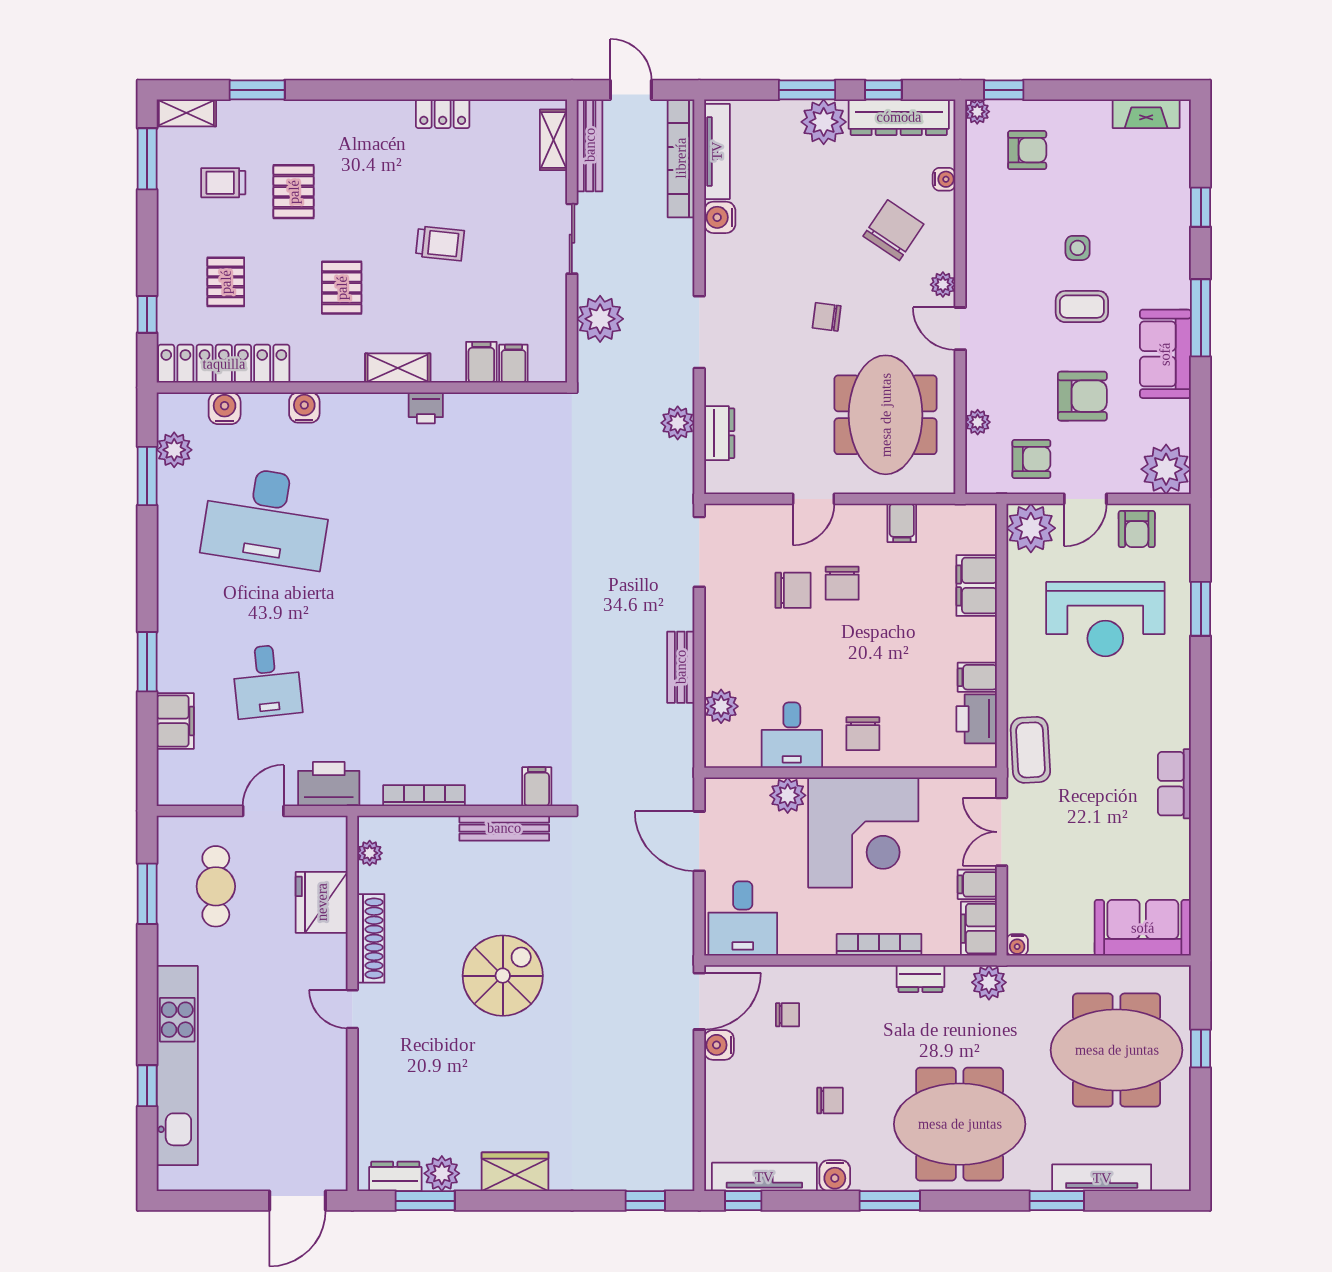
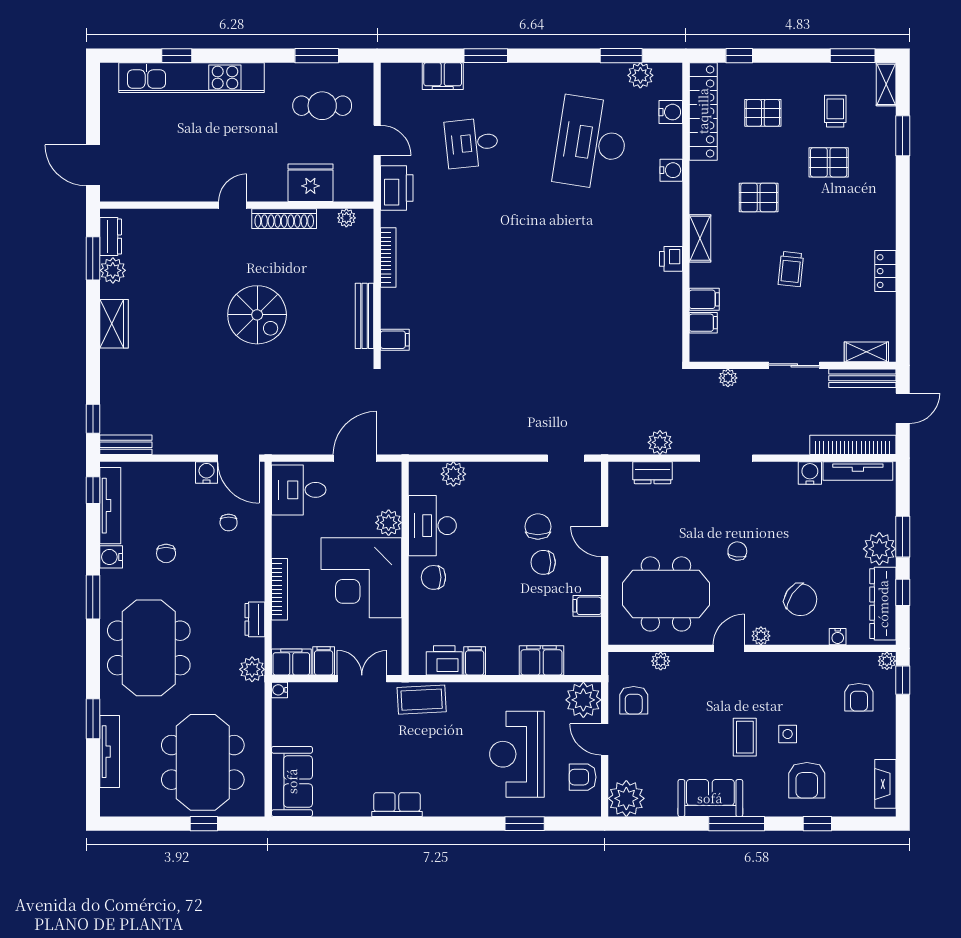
plant: (600, 319) -> (728, 378), width x0.53, depth x0.53
armchair: (1082, 396) -> (807, 780), moved
doorway: (699, 552) -> (566, 458), width x0.73
chair: (793, 590) -> (538, 527), turned 180
bench: (681, 667) -> (126, 445), moved
desk: (792, 735) -> (432, 526), width x1.37

